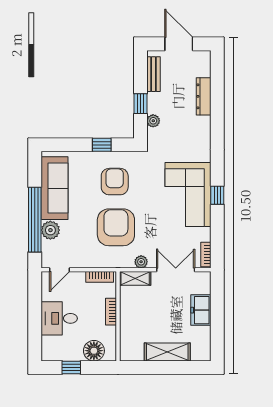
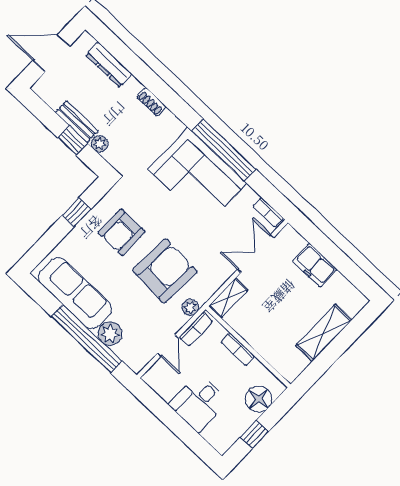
bench: (153, 74) -> (77, 122), moved
dresser: (204, 96) -> (109, 65), moved
shoe rack: (205, 128) -> (151, 102), added
armchair: (115, 182) -> (122, 232), turned -90
window: (217, 195) -> (224, 150), width x3.17
armchair: (116, 227) -> (165, 271), turned 93
plant: (141, 262) -> (190, 307), moved
door: (59, 270) -> (168, 346), moved

